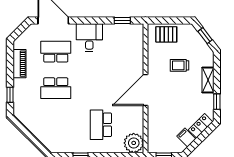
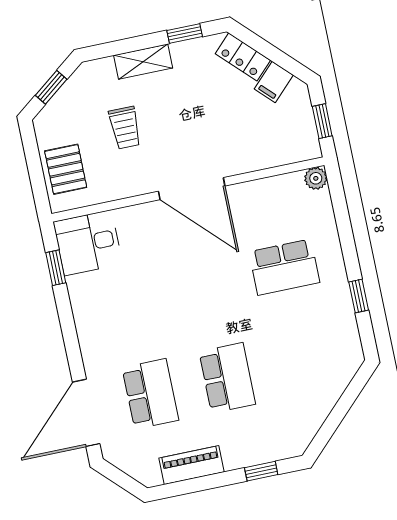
desk: (89, 38) -> (88, 243), moved
school desk: (56, 52) -> (150, 394), turned 180
plant: (134, 143) -> (316, 178), width x0.53, depth x0.53

